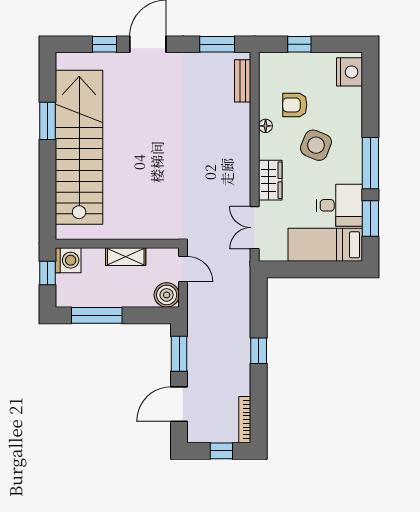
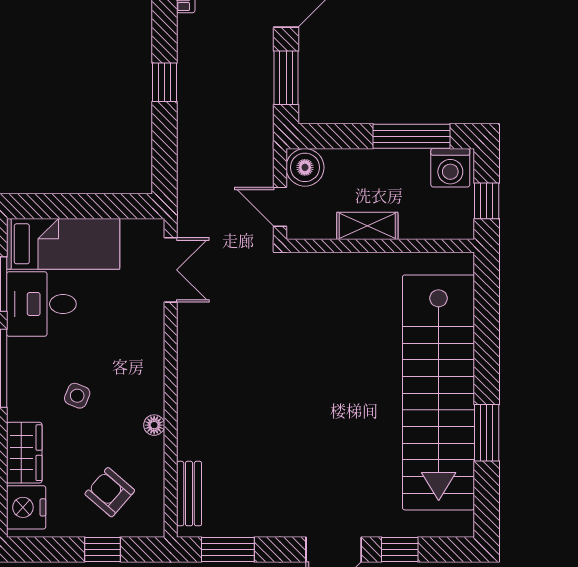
armchair: (295, 105) -> (110, 492), moved, turned -139
side table: (316, 145) -> (77, 396), width x0.54, depth x0.54
wardrobe: (270, 180) -> (24, 453), moved, turned 180
washing machine: (68, 260) -> (450, 168), moved, turned -90

